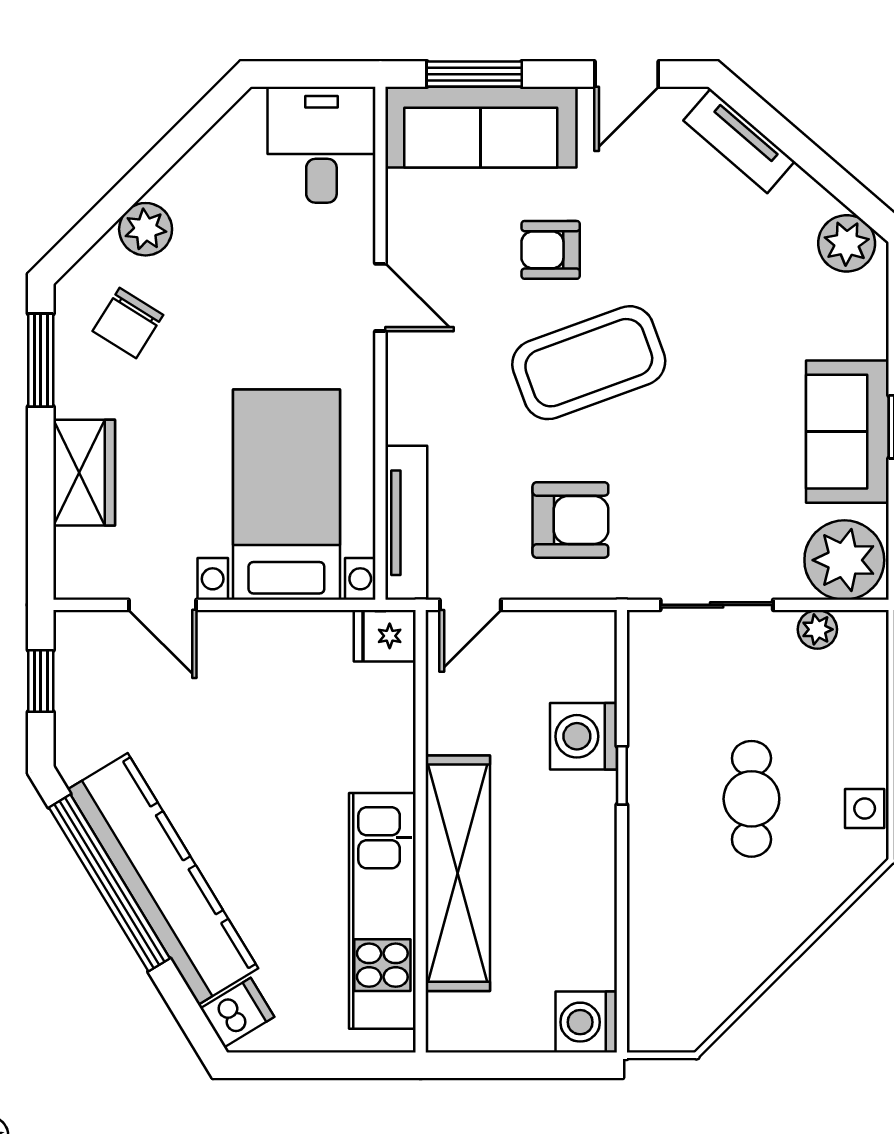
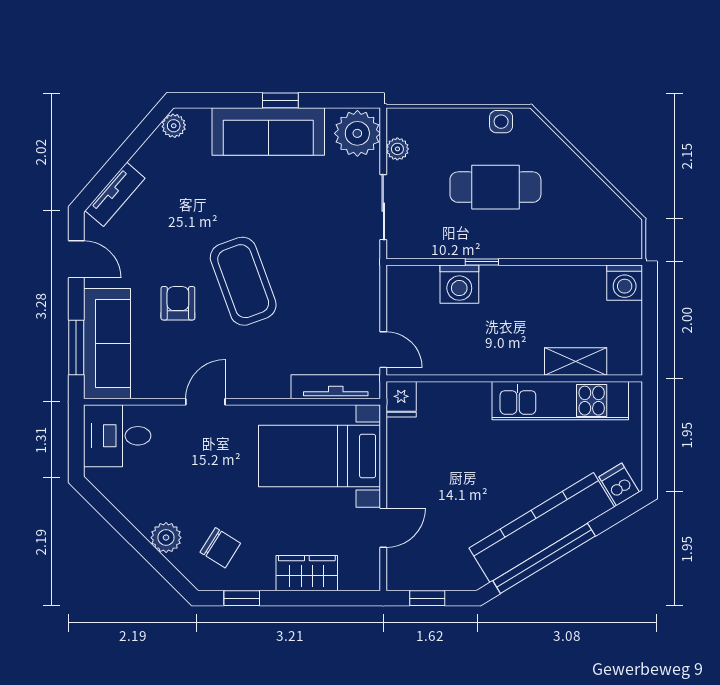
plant: (847, 243) -> (174, 126), width x0.73, depth x0.73
armchair: (551, 250) -> (178, 303), turned 180
window: (41, 360) -> (242, 598), width x0.67
sofa: (847, 432) -> (268, 132), width x1.36
armchair: (570, 520) -> (334, 292), removed
cafe table: (751, 799) -> (495, 187), width x1.37, depth x1.35
shelving: (458, 873) -> (576, 362), width x0.45, depth x0.75

